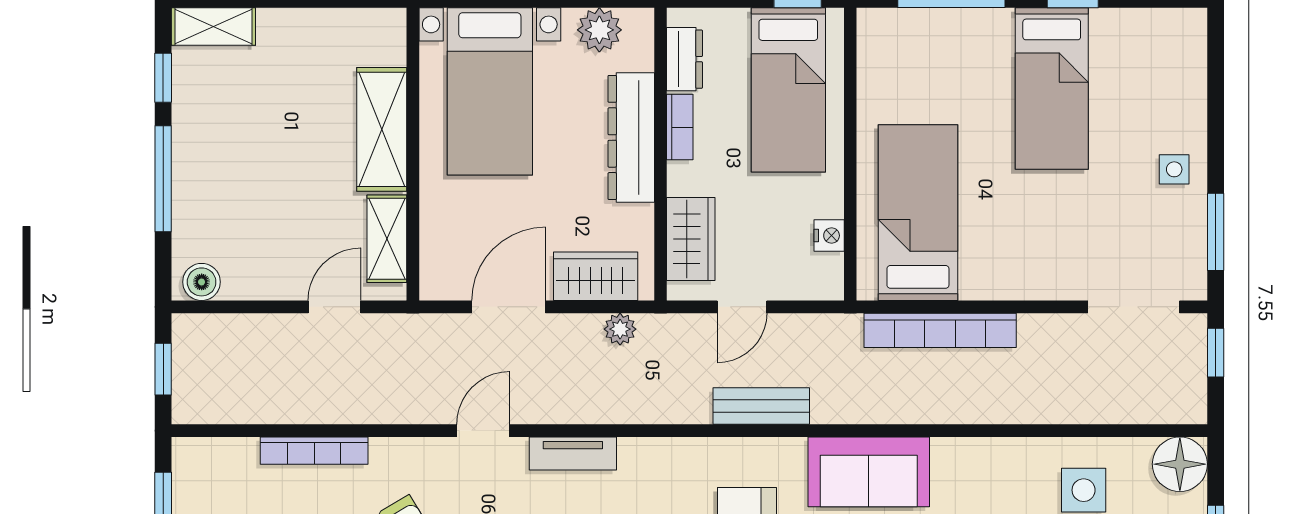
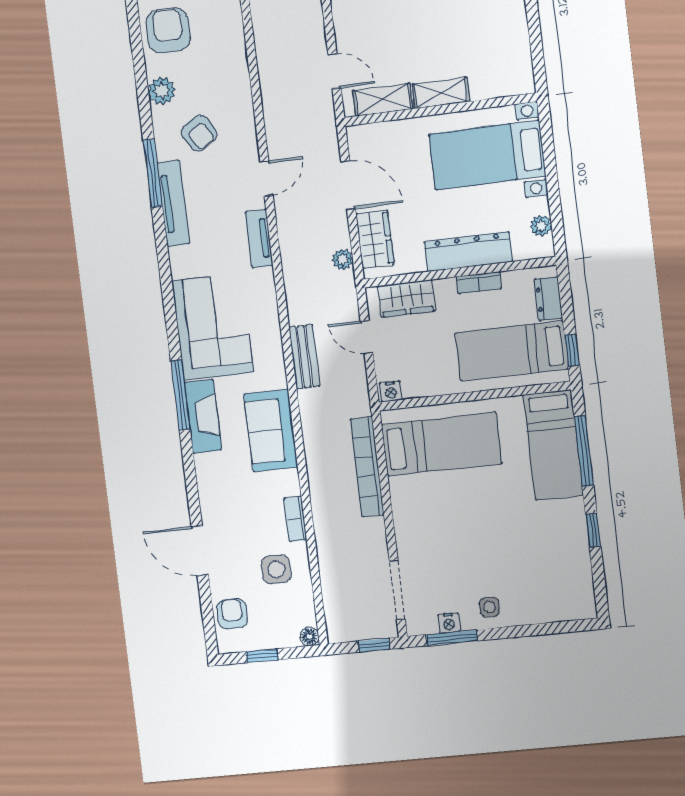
plant: (599, 30) -> (541, 226), width x0.73, depth x0.73
dresser: (685, 59) -> (548, 299), moved, turned 90
bed: (1052, 89) -> (553, 445), moved, turned -90
shelving: (382, 129) -> (441, 93), width x0.67, depth x0.75
nightstand: (1192, 234) -> (449, 623), added
nightstand: (829, 236) -> (391, 391), moved
door: (483, 431) -> (267, 179), hinge flipped
bookcase: (314, 451) -> (295, 519), moved, width x0.64
floor lamp: (1180, 464) -> (309, 637), width x0.53, depth x0.53

